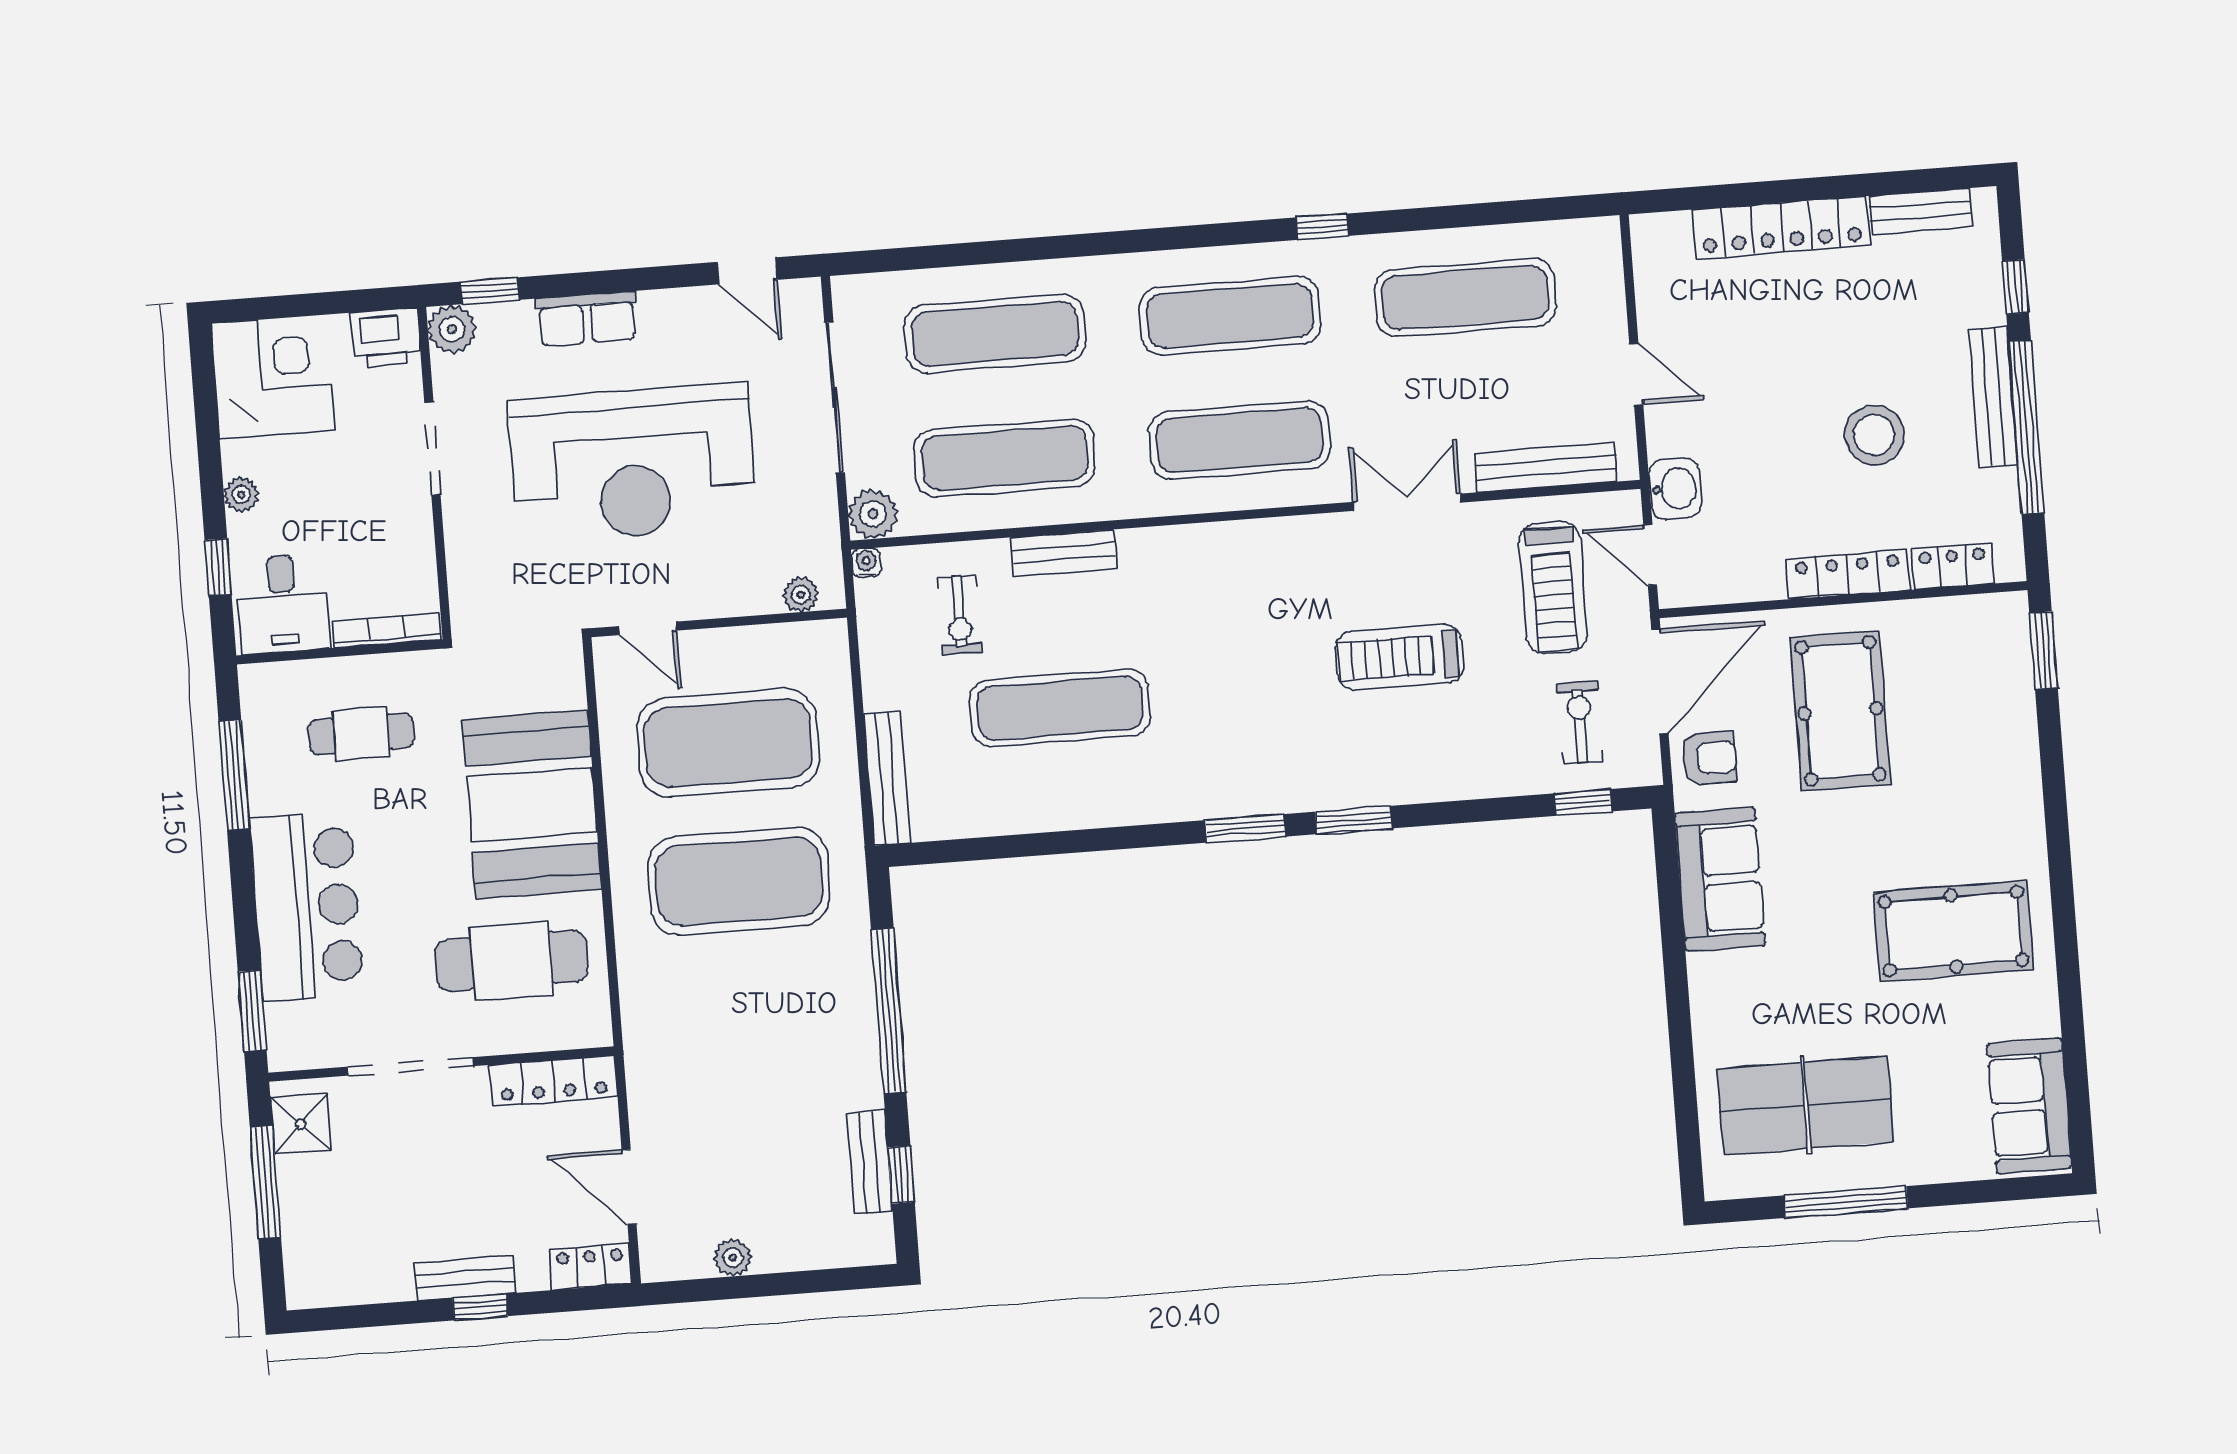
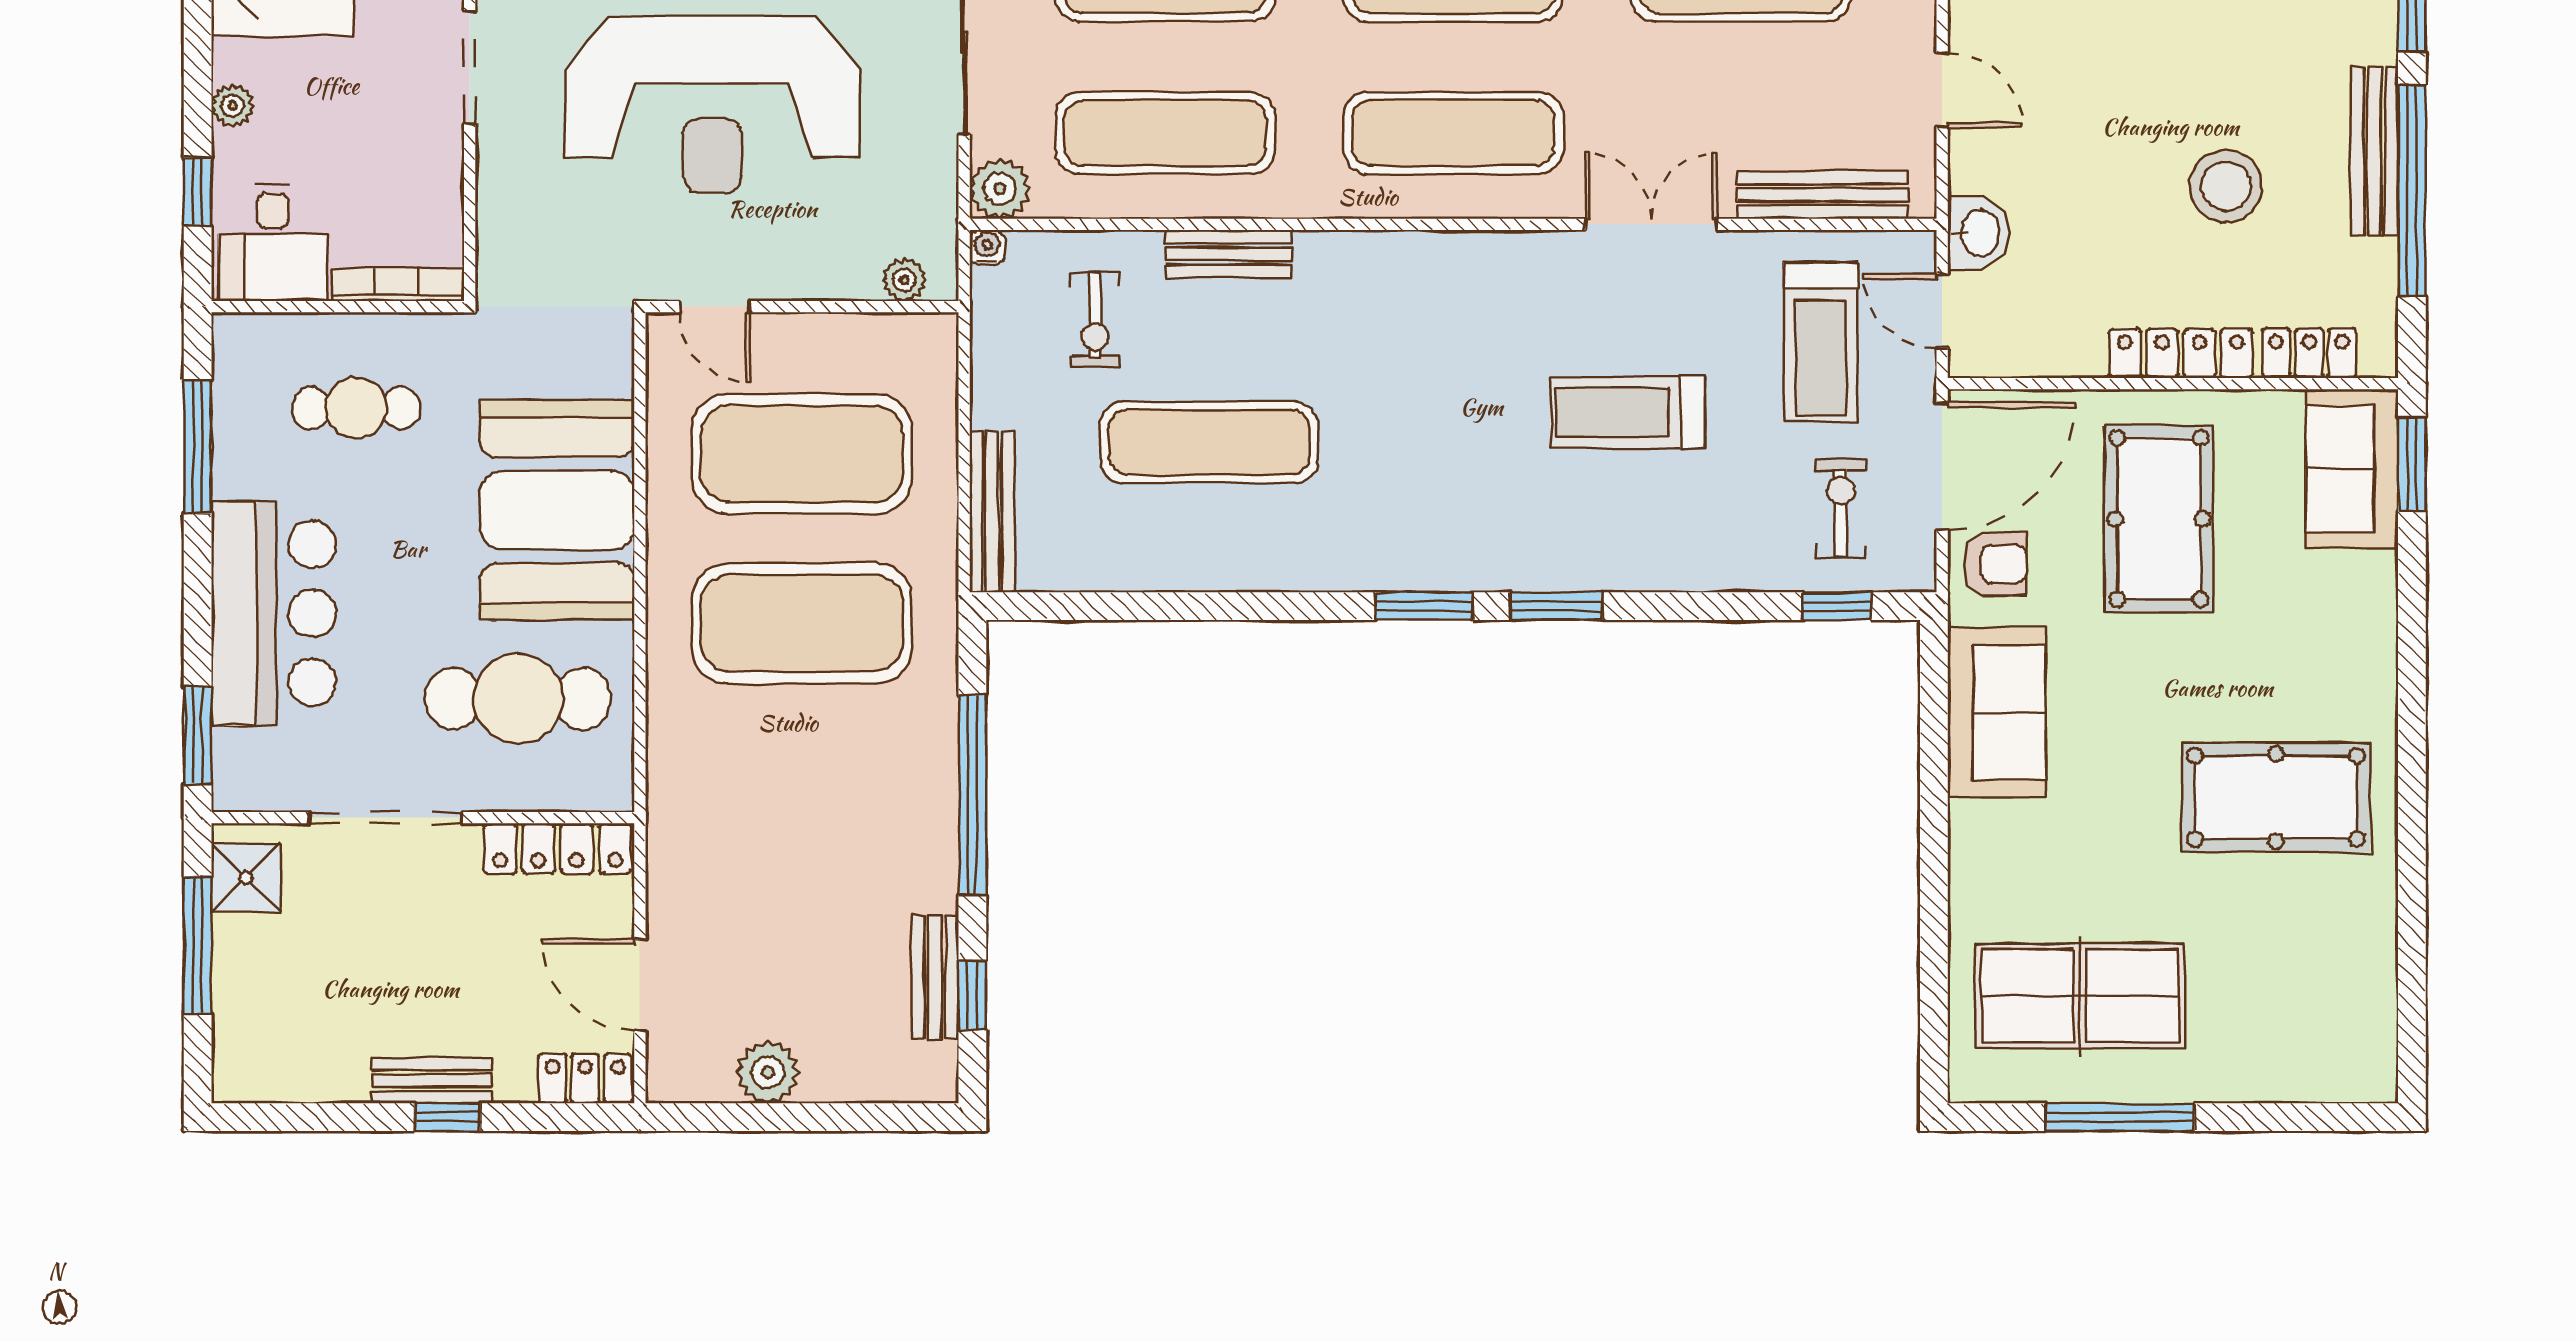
sofa: (2029, 1106) -> (2352, 469), moved
plant: (733, 1258) -> (768, 1072), width x1.38, depth x1.38

